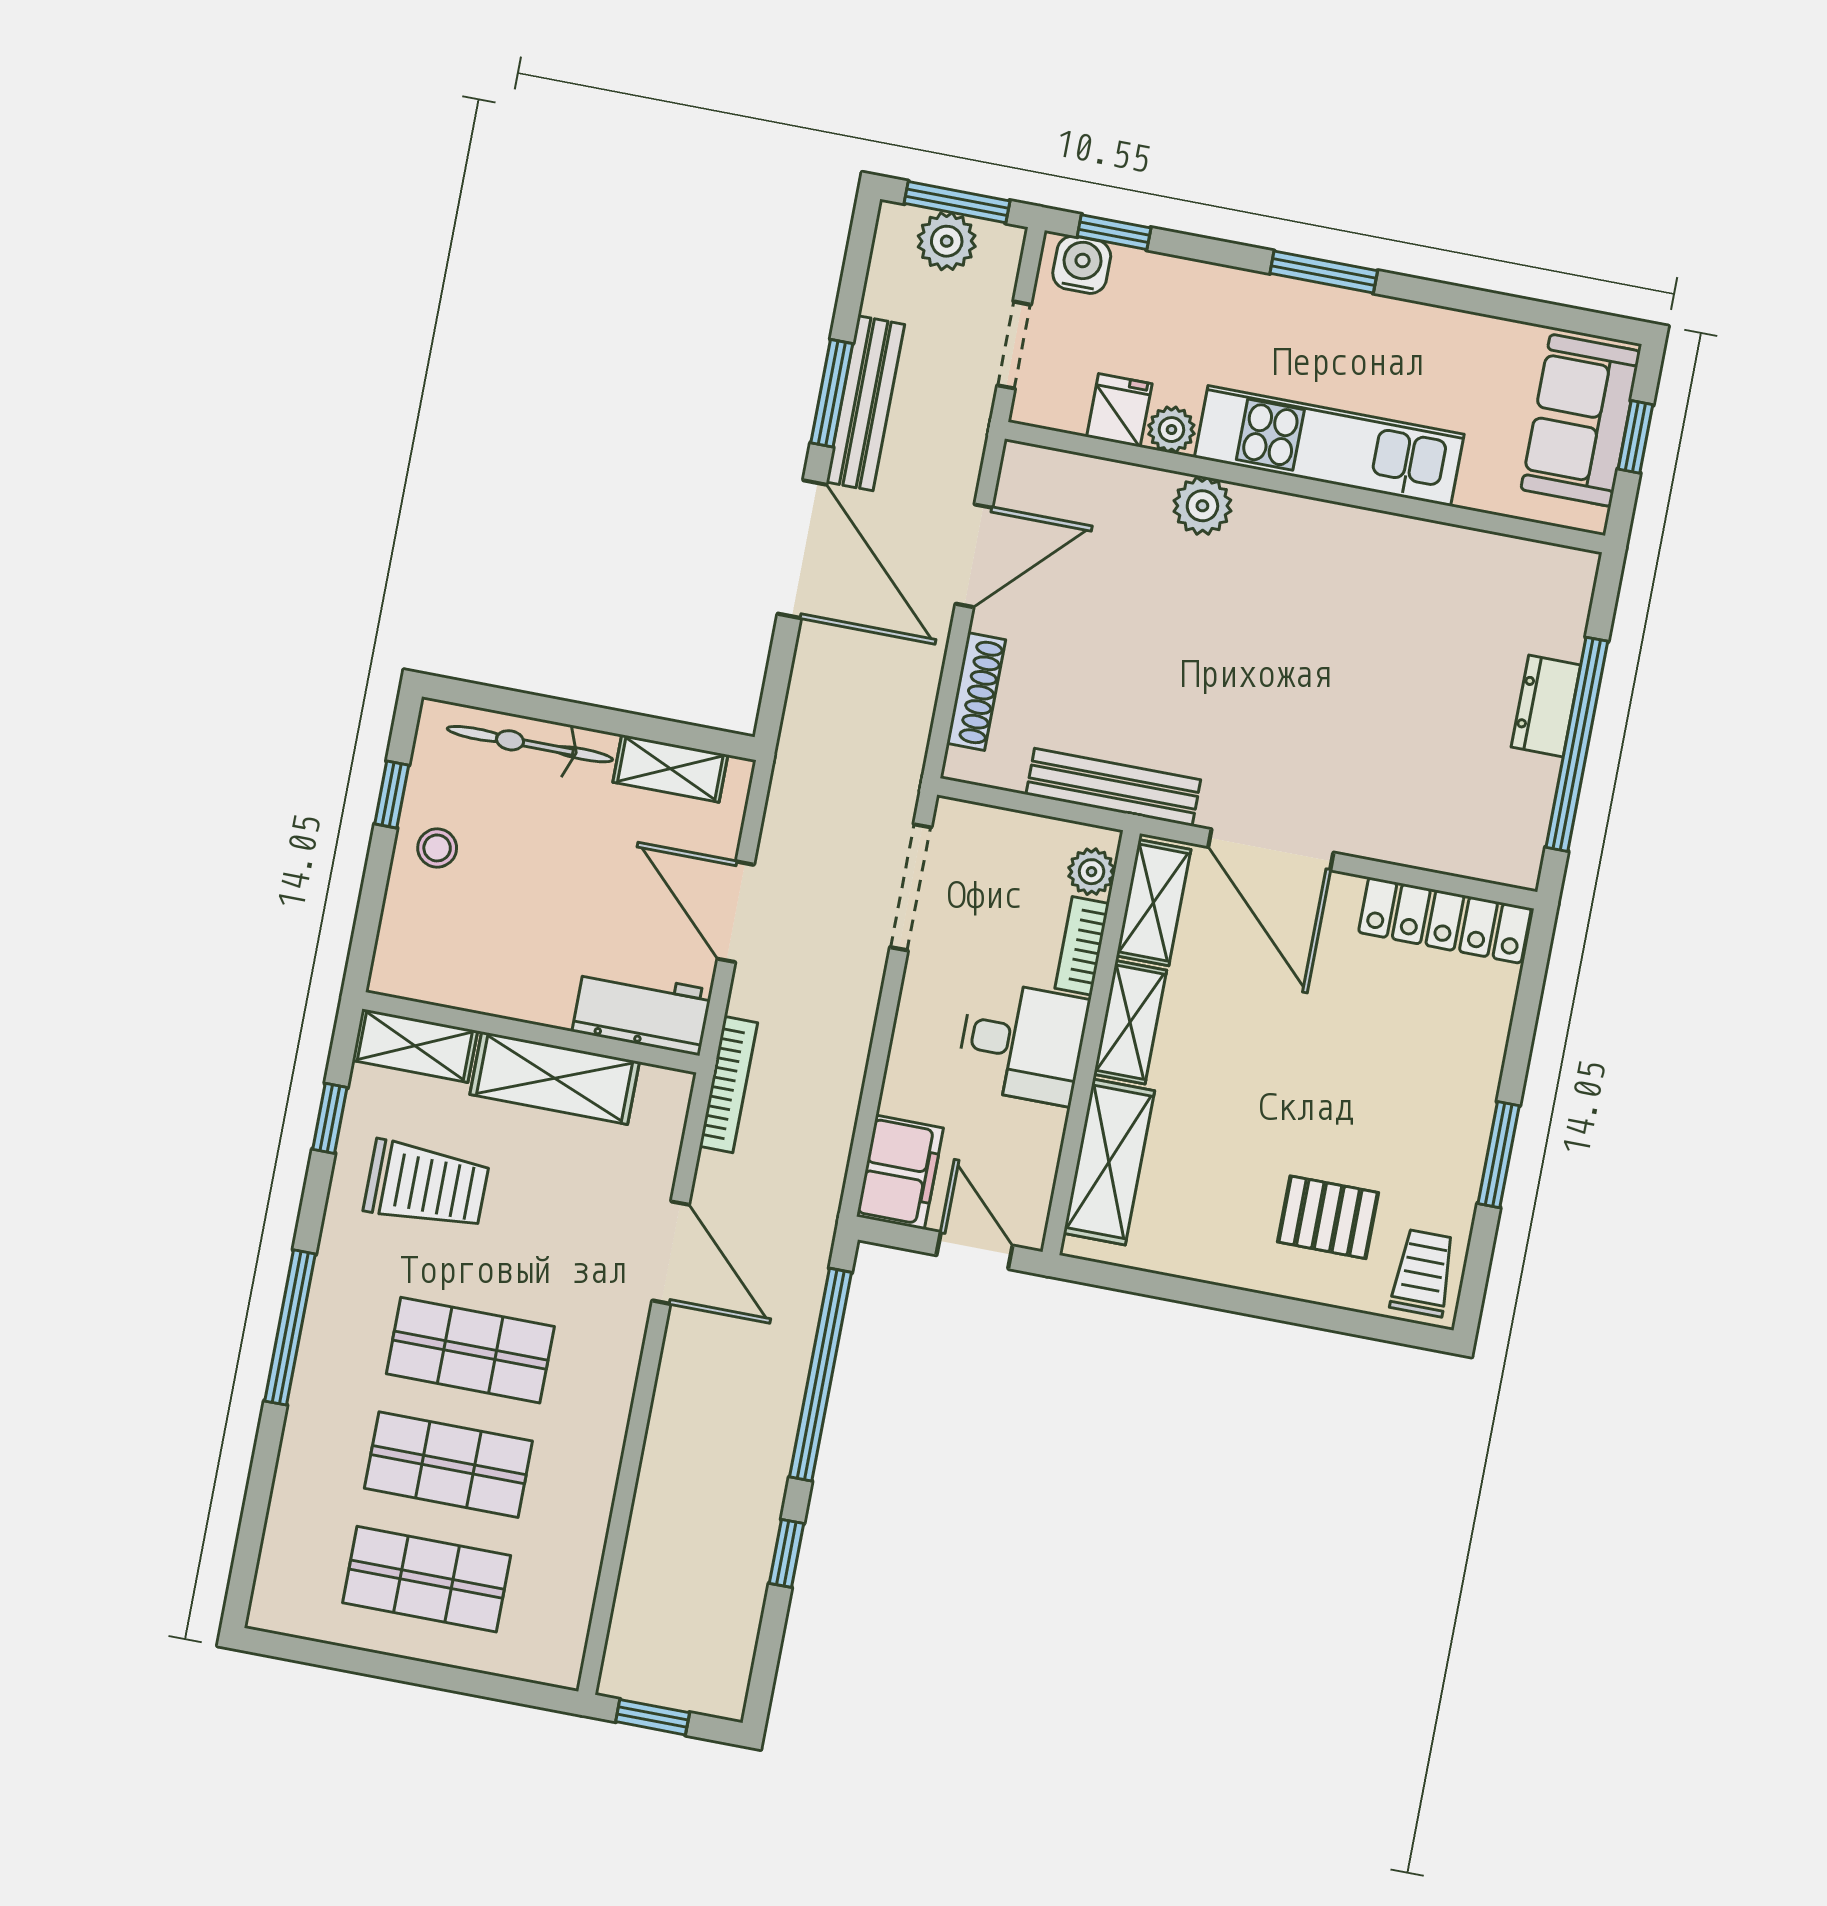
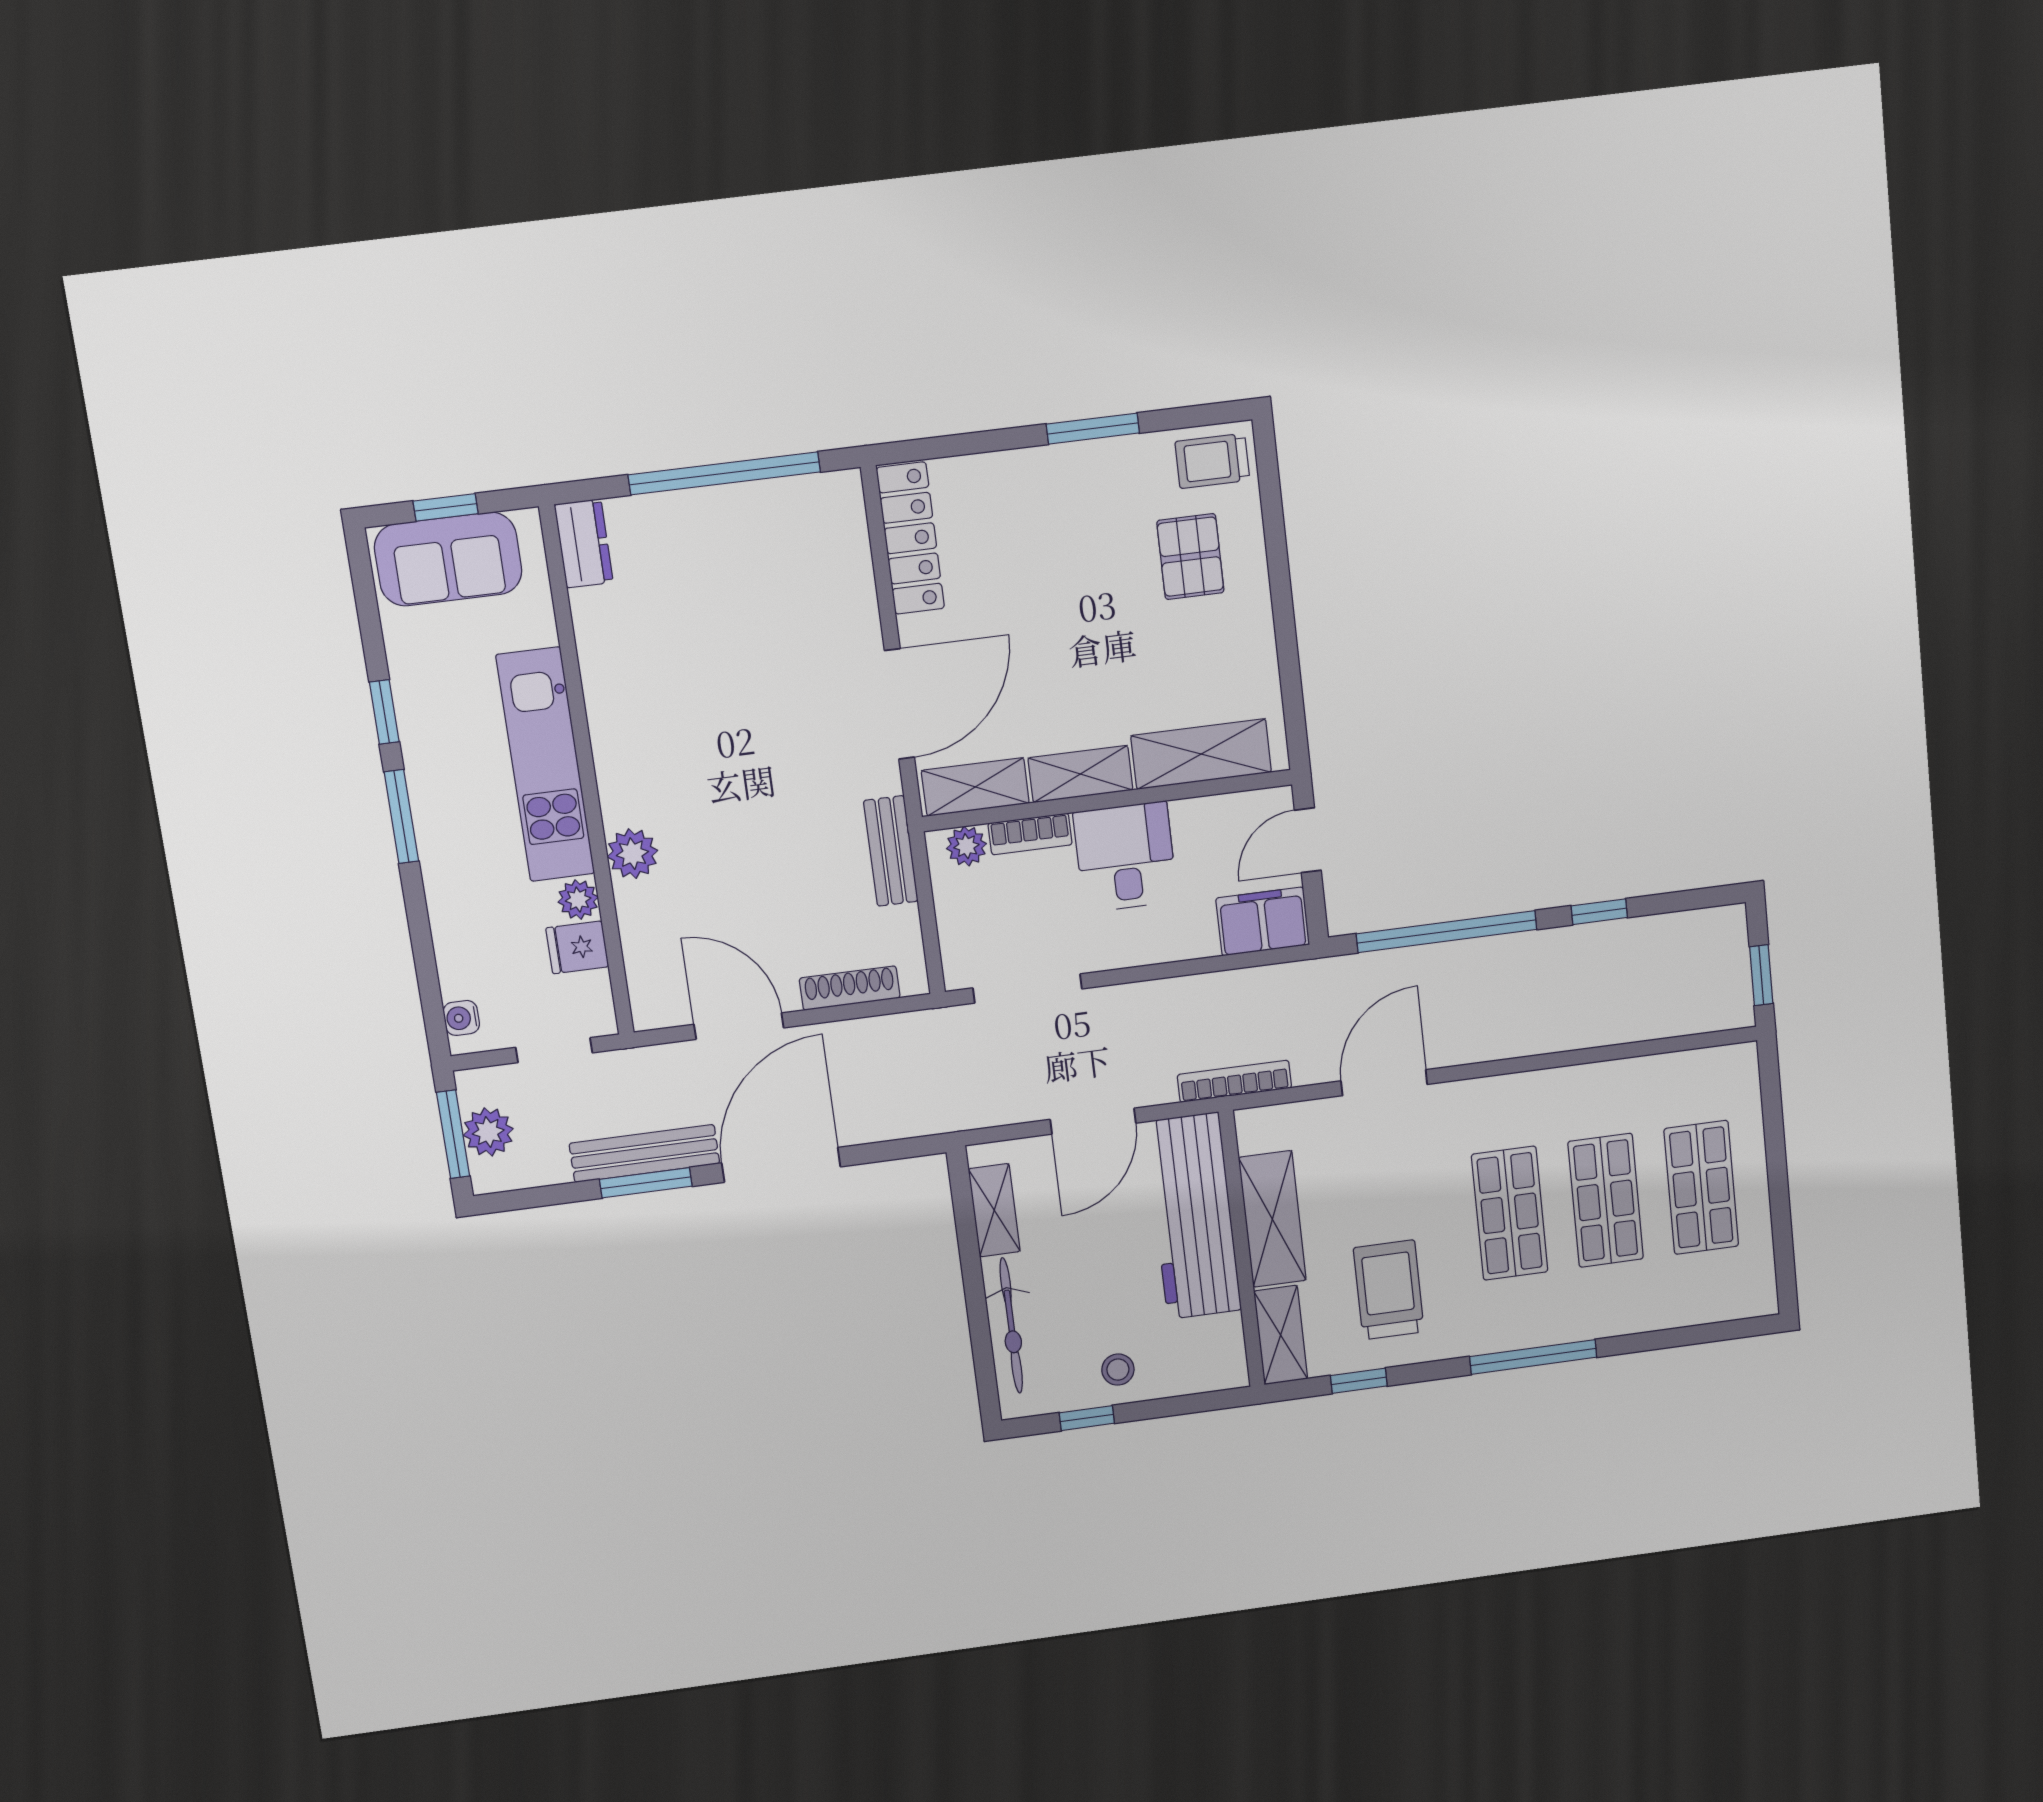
window: (1114, 232) -> (384, 712), moved
water cooler: (1082, 265) -> (461, 1018), width x0.72, depth x0.72
dresser: (1546, 706) -> (584, 543), moved, turned -90
bench: (1113, 787) -> (891, 851), width x0.73
workbench: (642, 1011) -> (1193, 1216), width x1.88, depth x1.32

